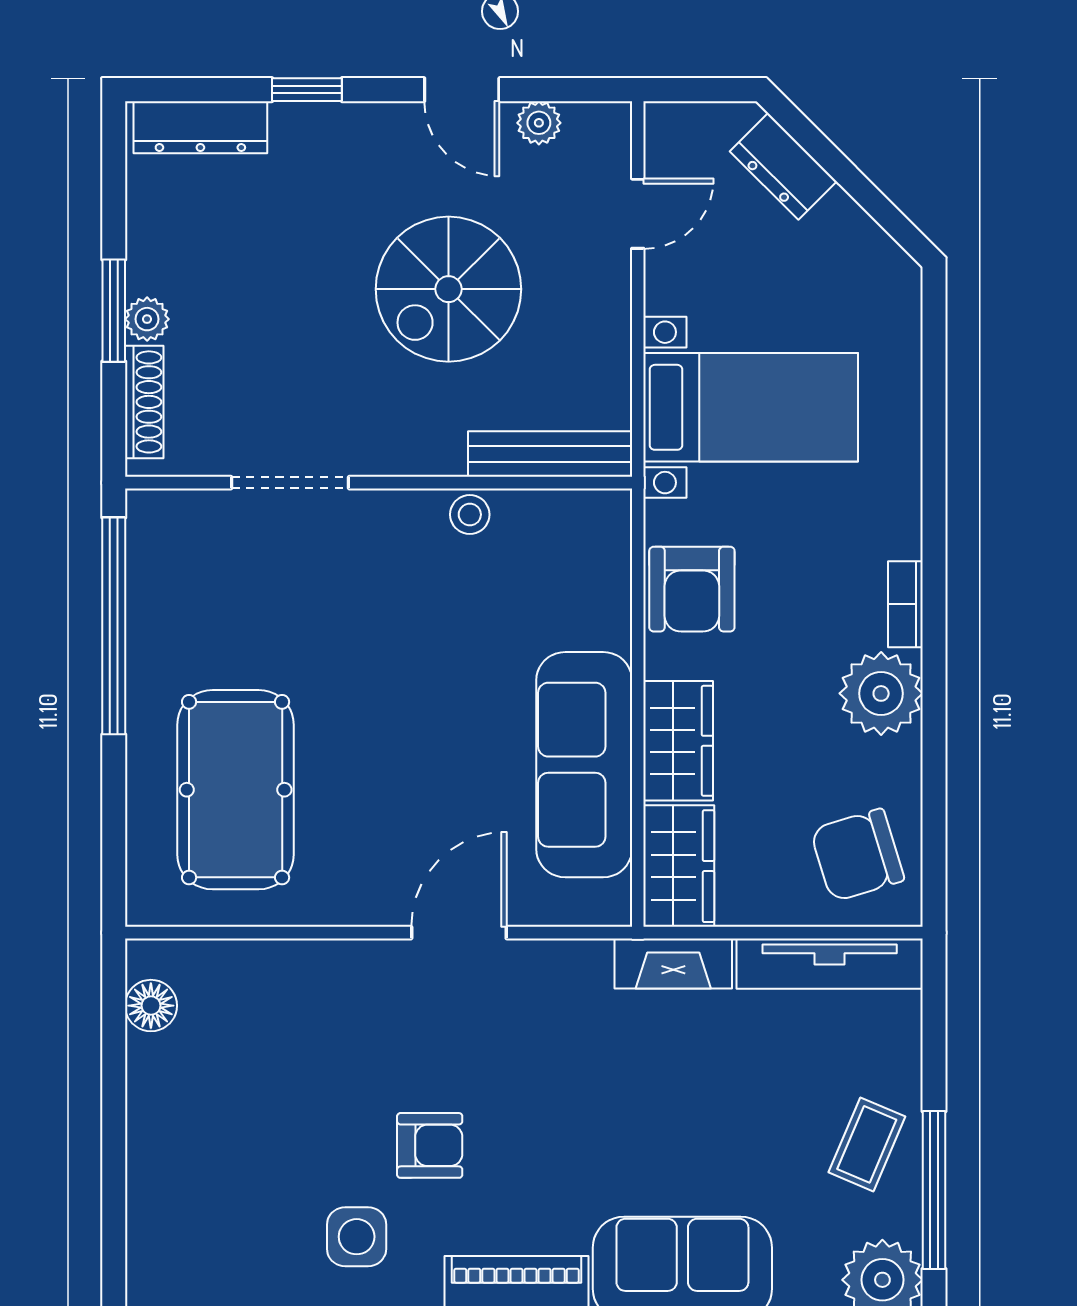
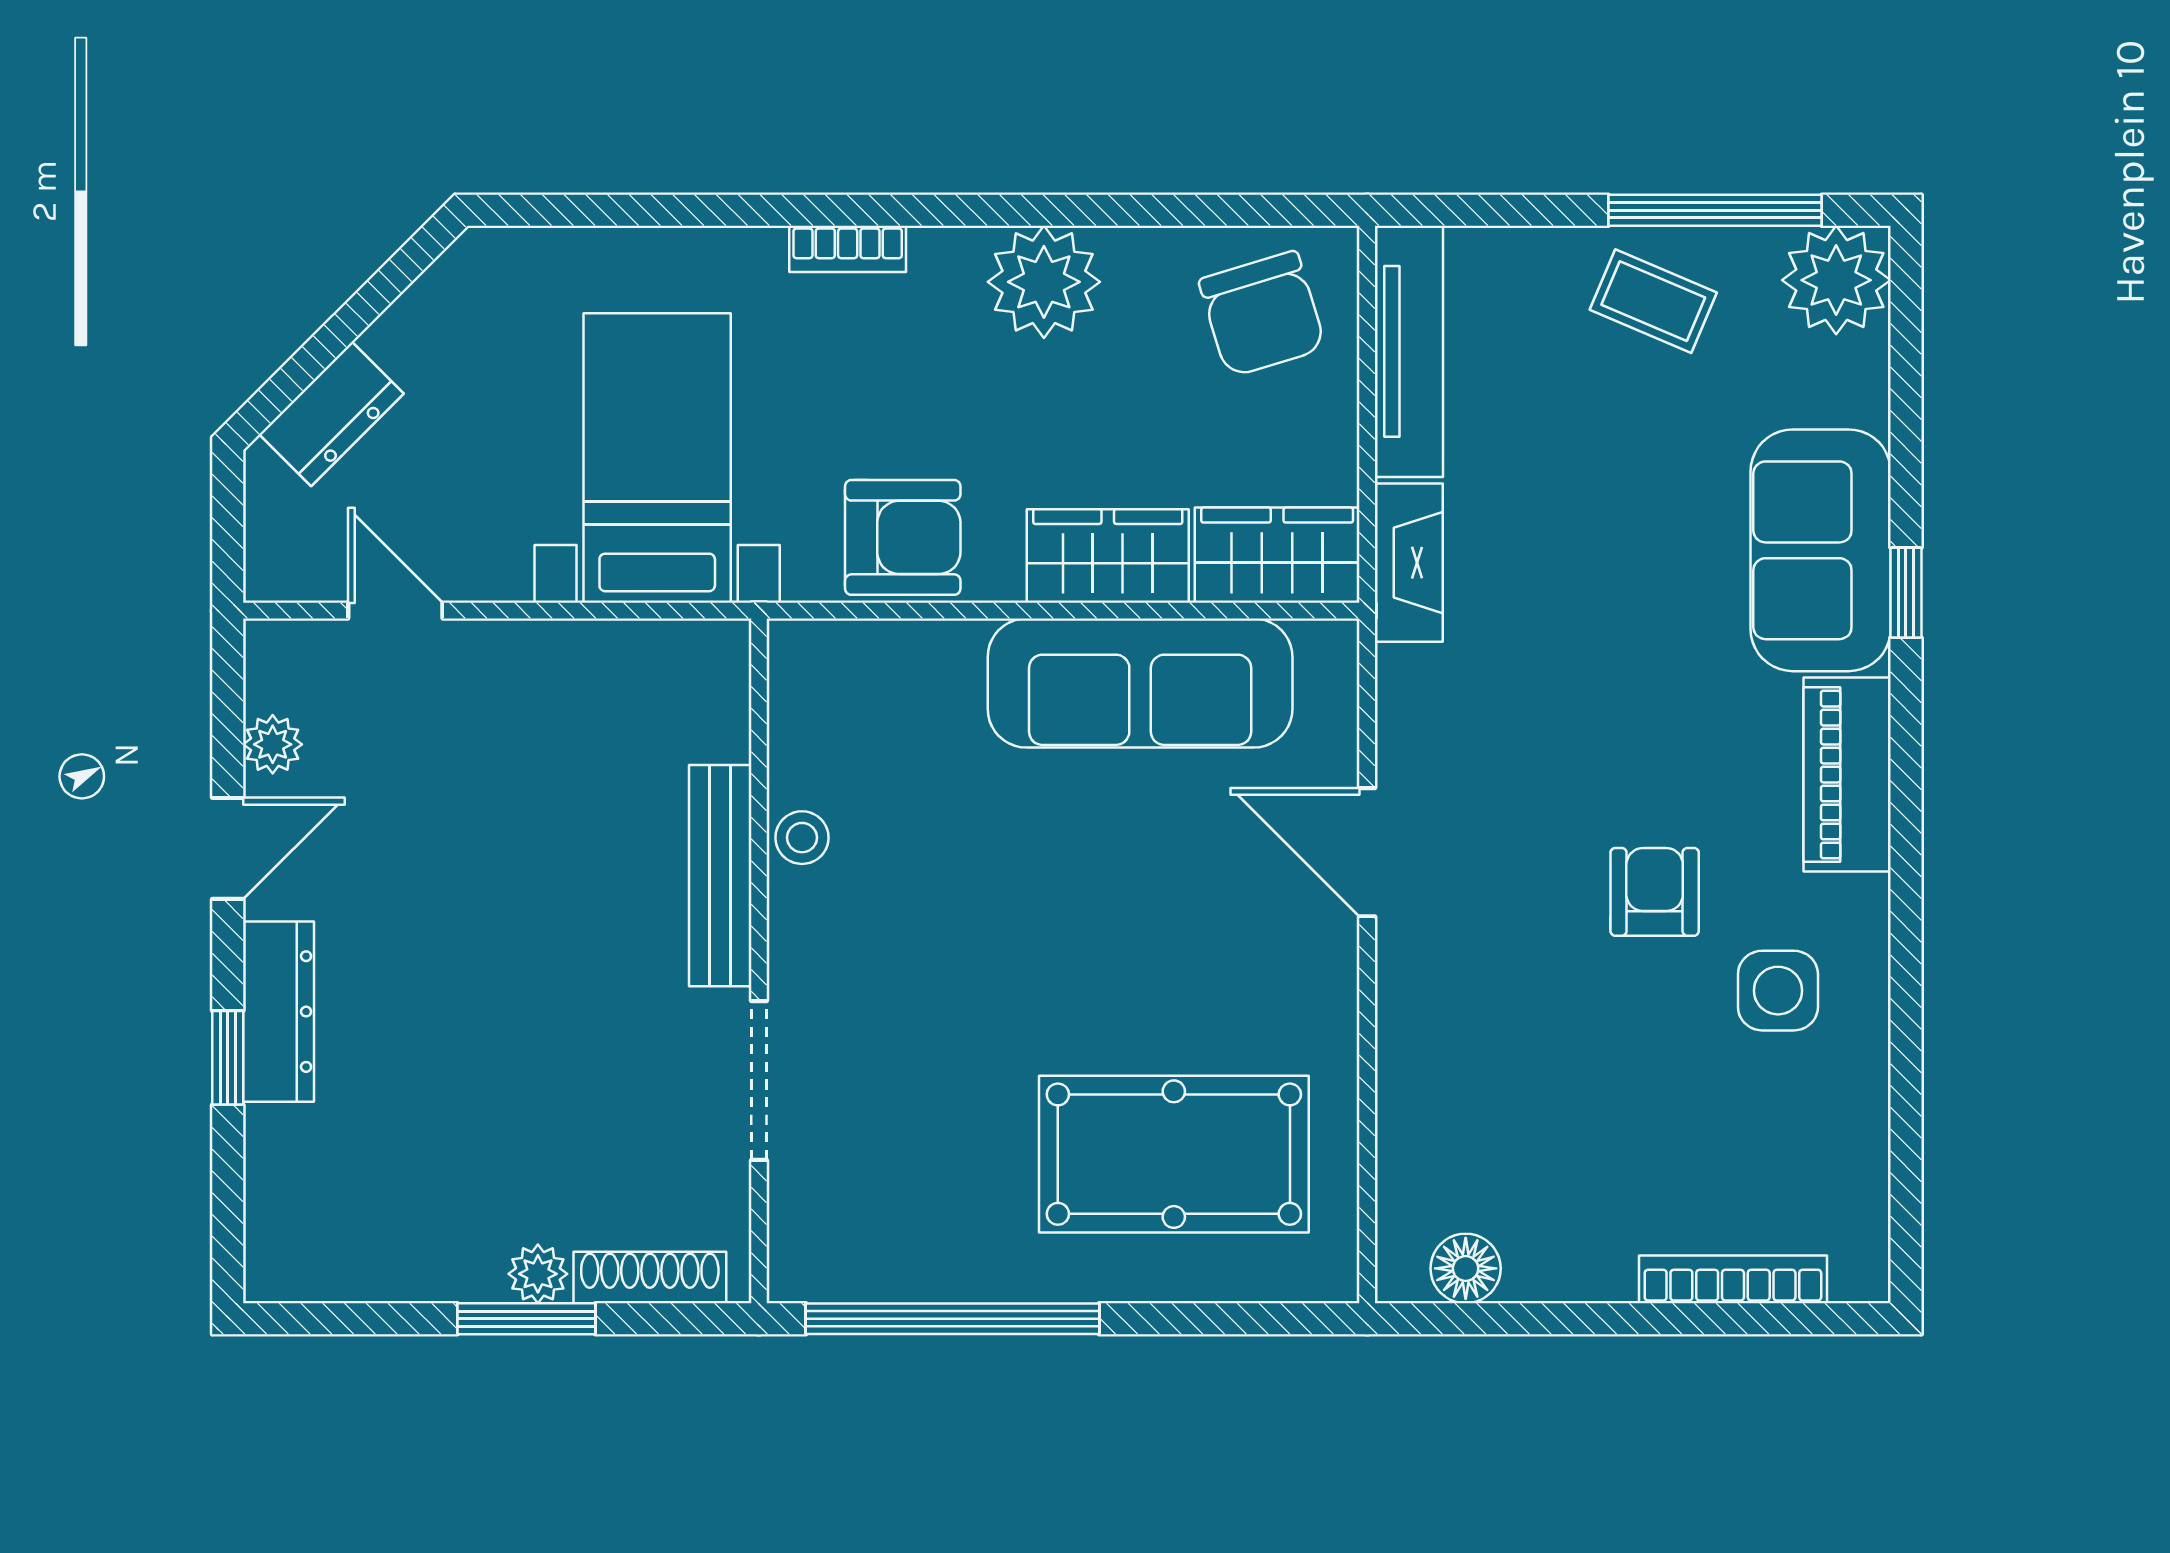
dresser: (200, 127) -> (279, 1012), moved
spiral stairs: (448, 289) -> (497, 866), removed
bench: (550, 454) -> (720, 876), moved
bookcase: (905, 604) -> (848, 249), moved
bookcase: (143, 1203) -> (1733, 1279), added

